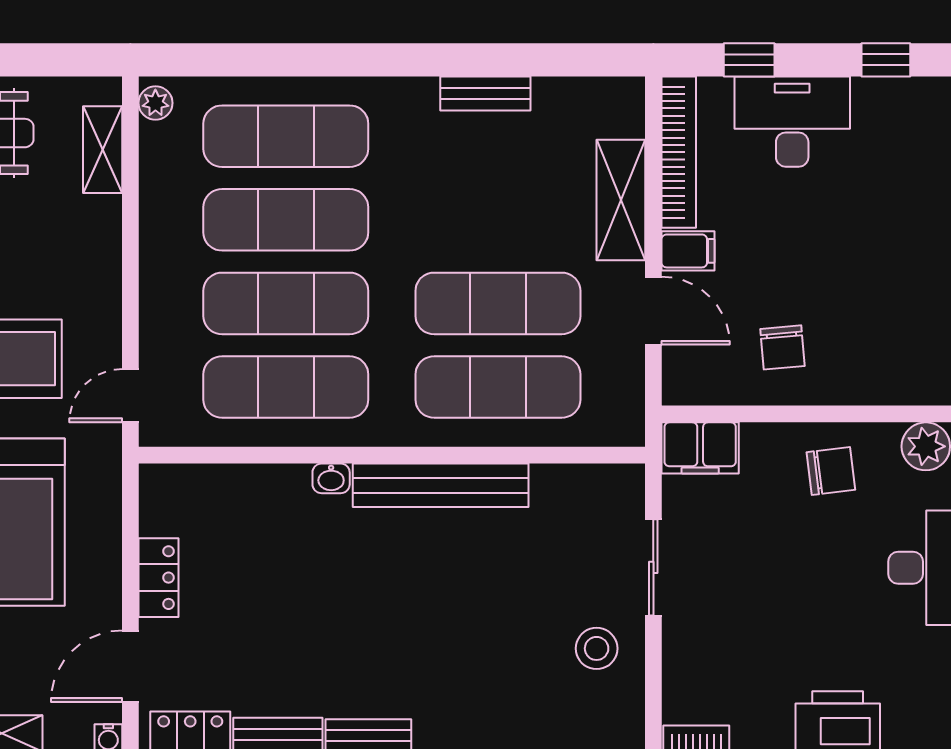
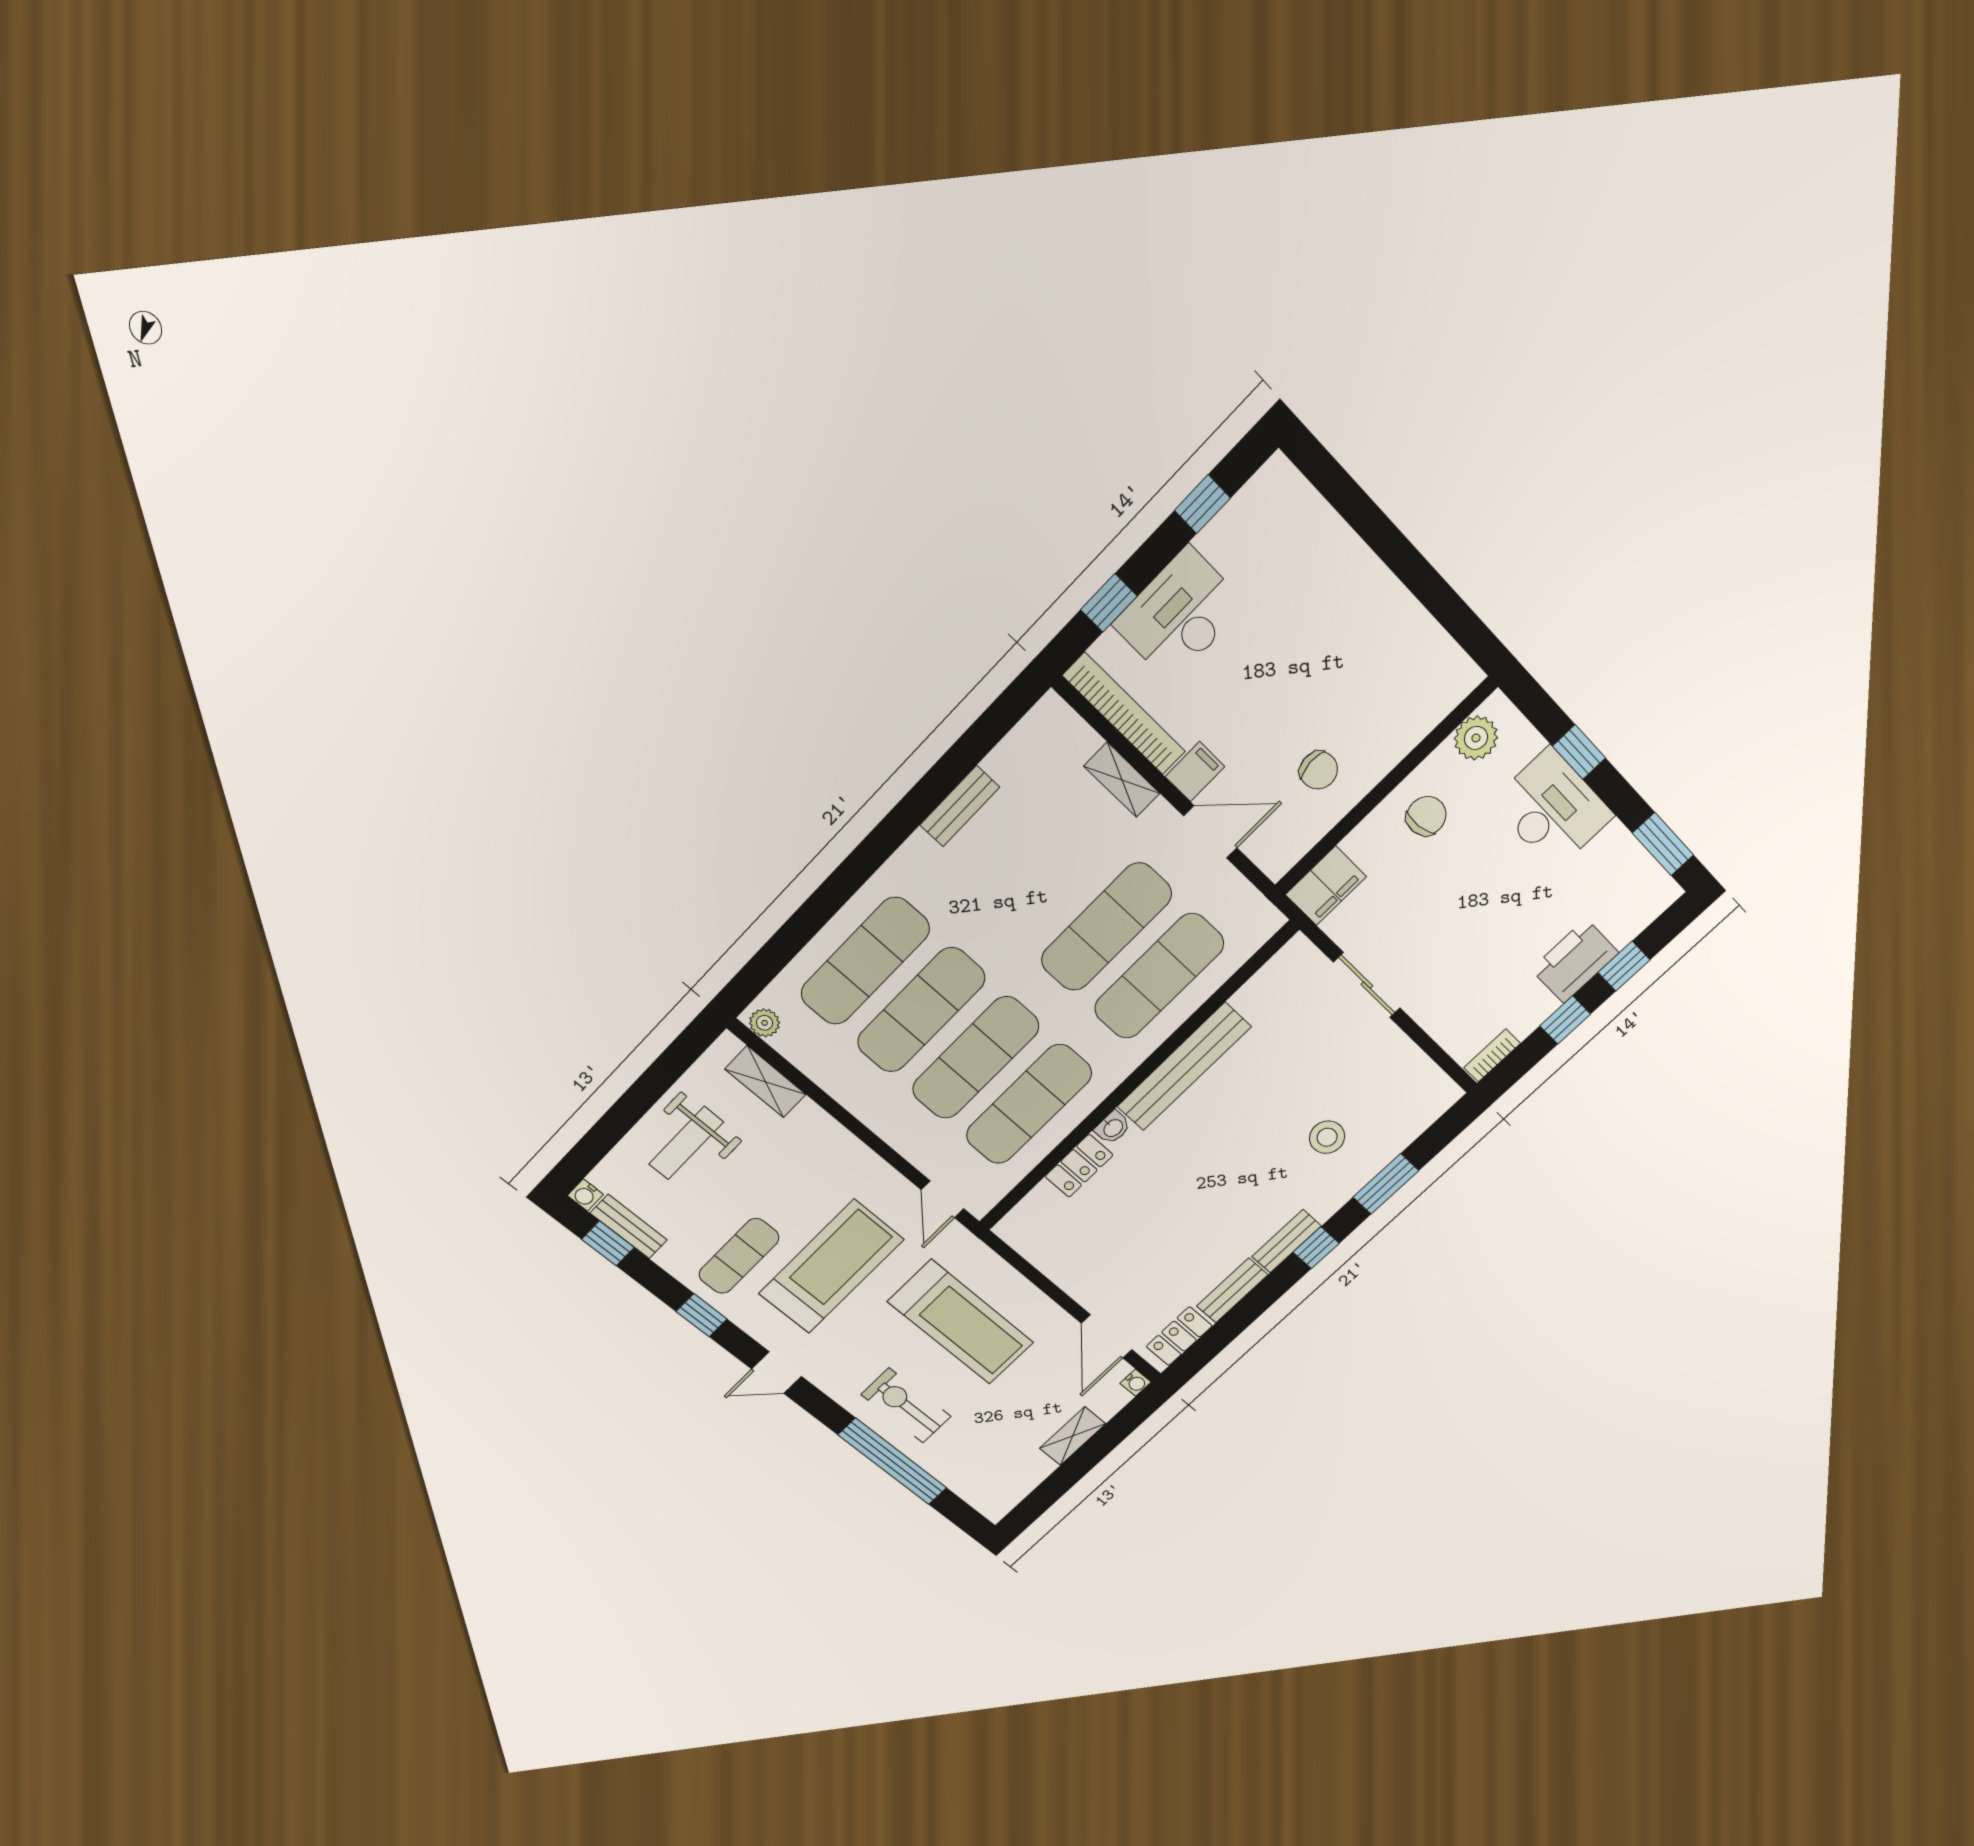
shelving: (621, 200) -> (1122, 780), width x0.67, depth x0.75
locker: (159, 578) -> (1079, 1166), moved, turned 90
stool: (597, 648) -> (1327, 1137), moved

